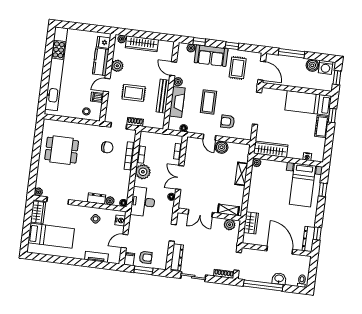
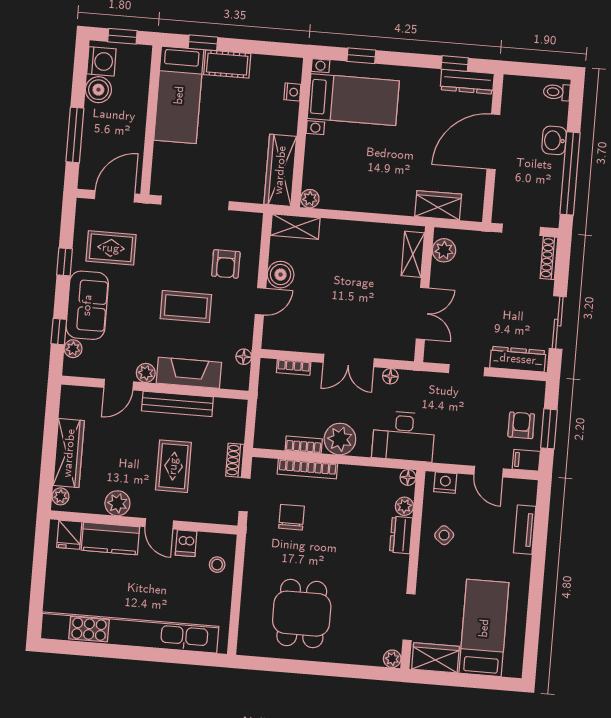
shelving: (241, 174) -> (295, 227), moved

